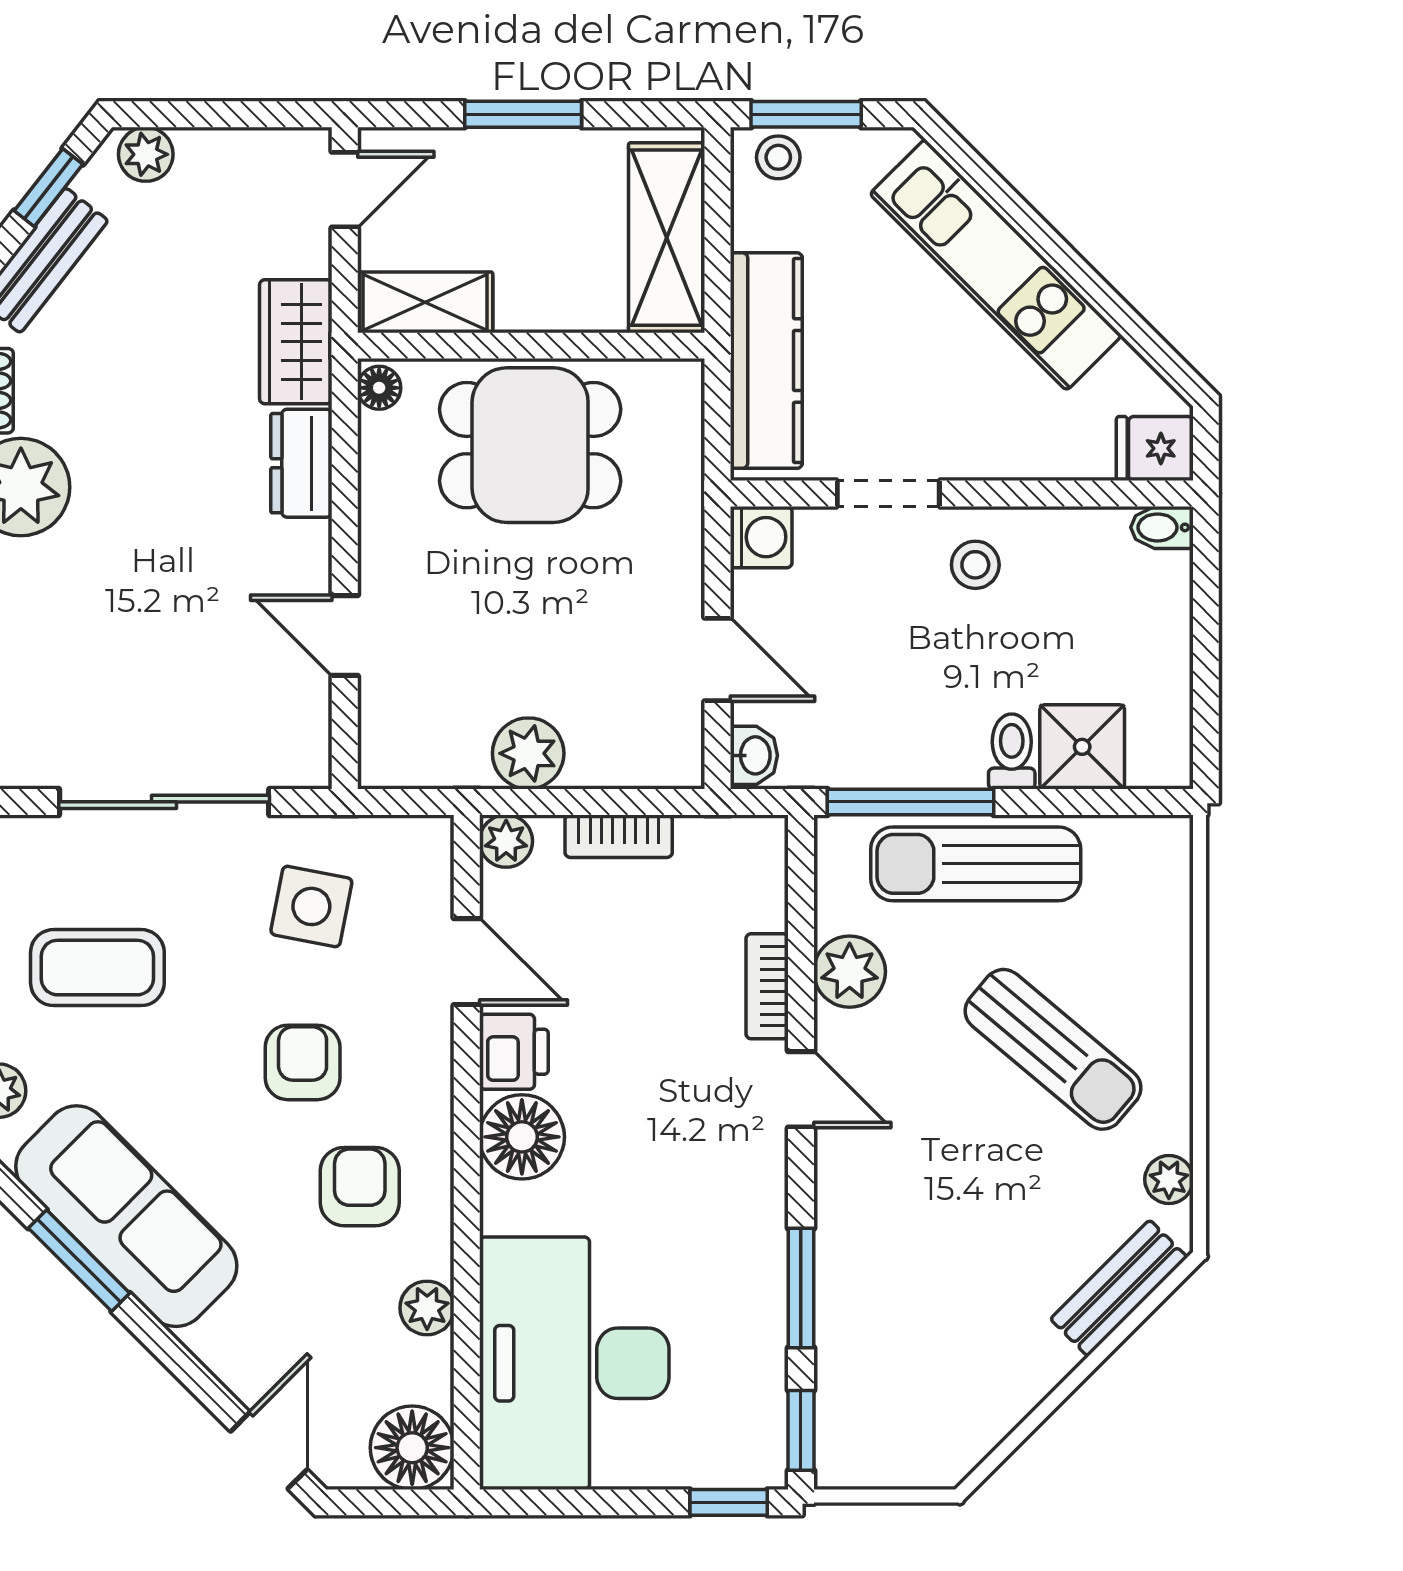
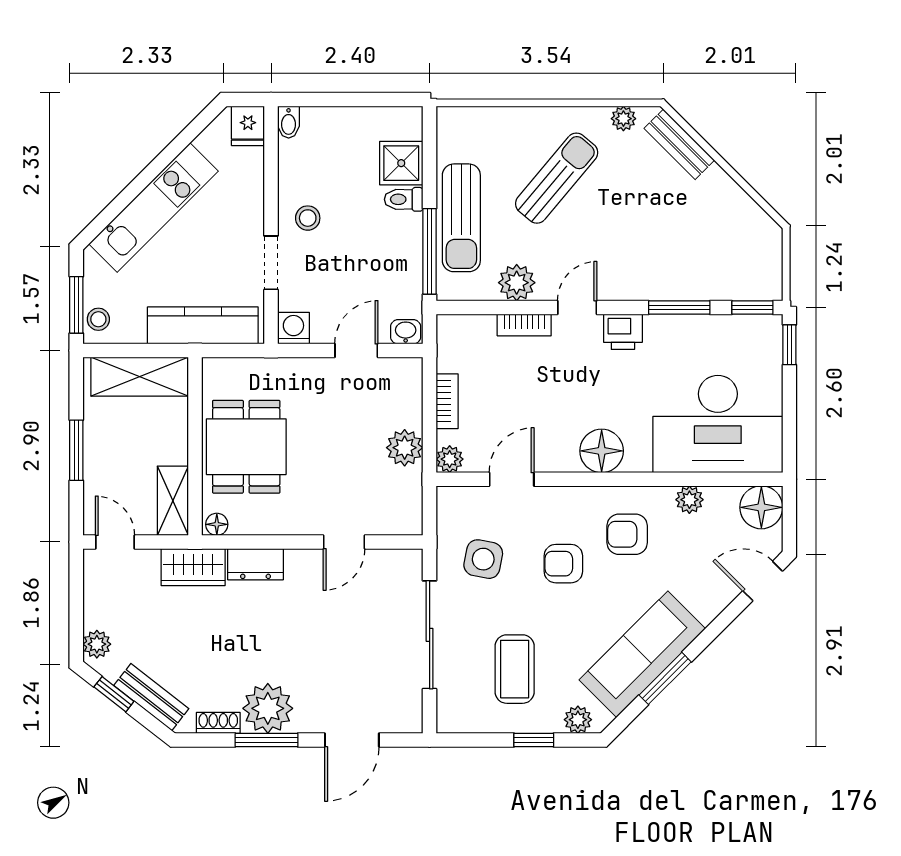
printer: (514, 1052) -> (623, 332), moved, turned 180

